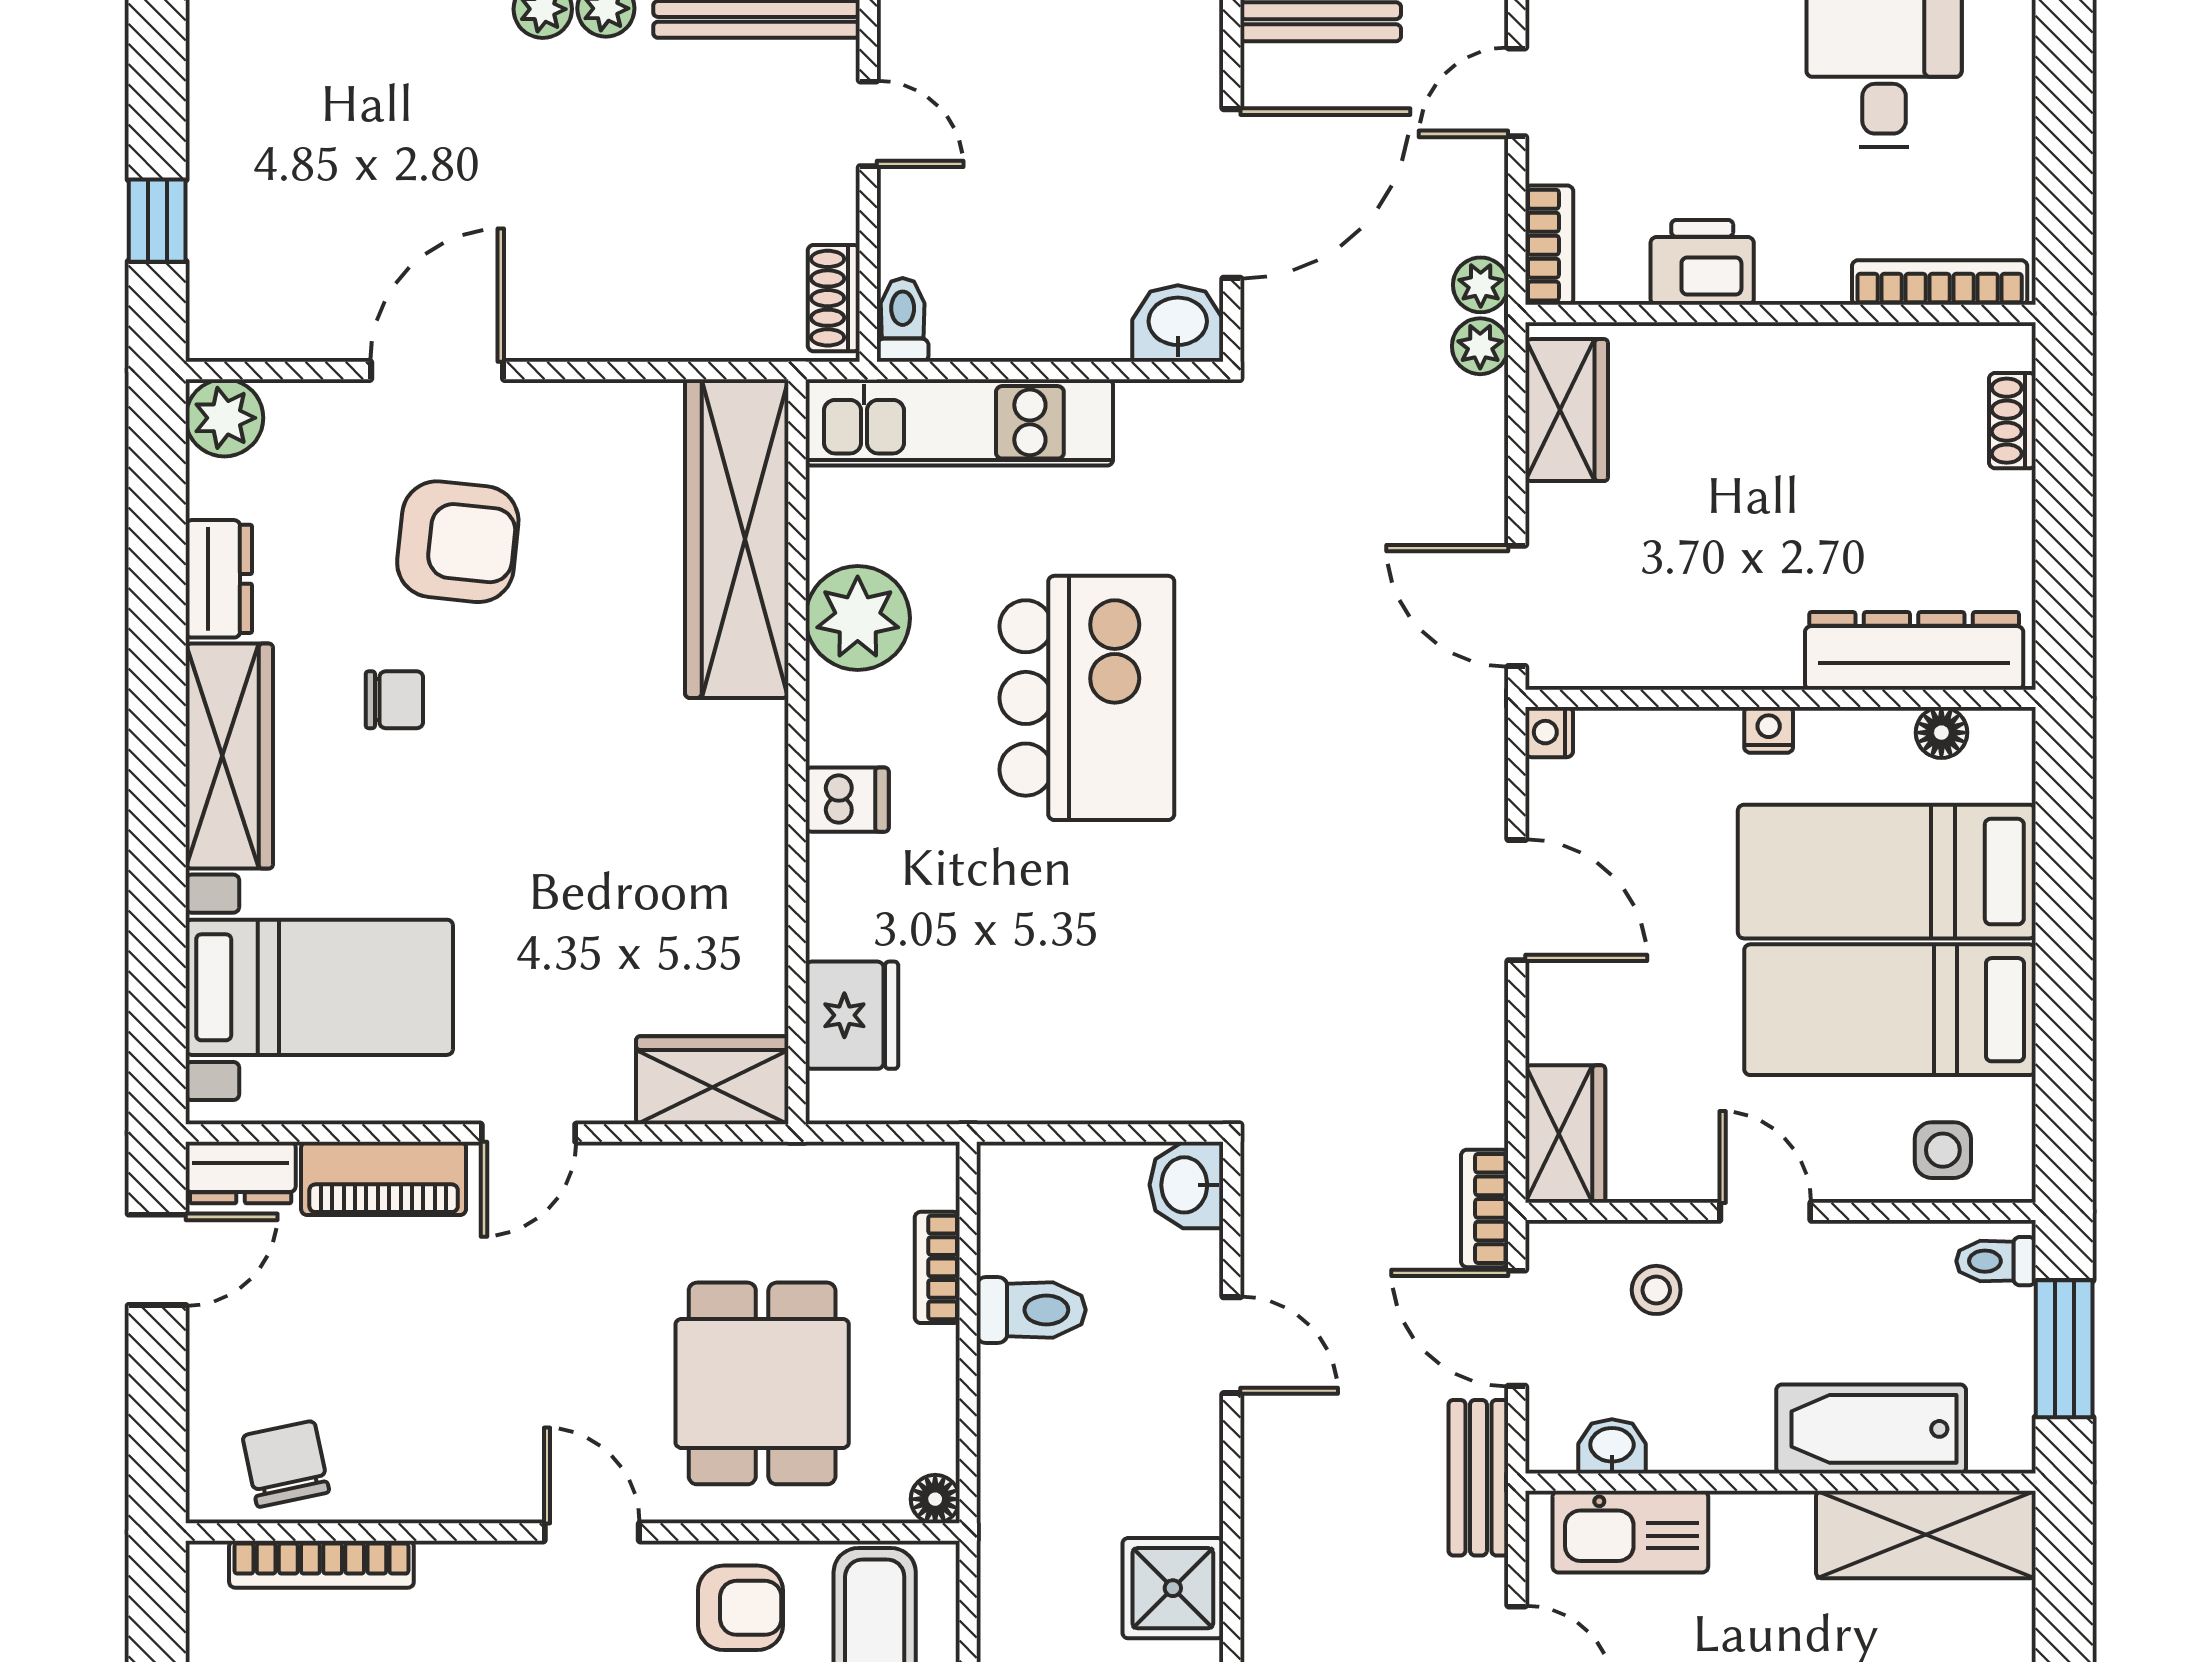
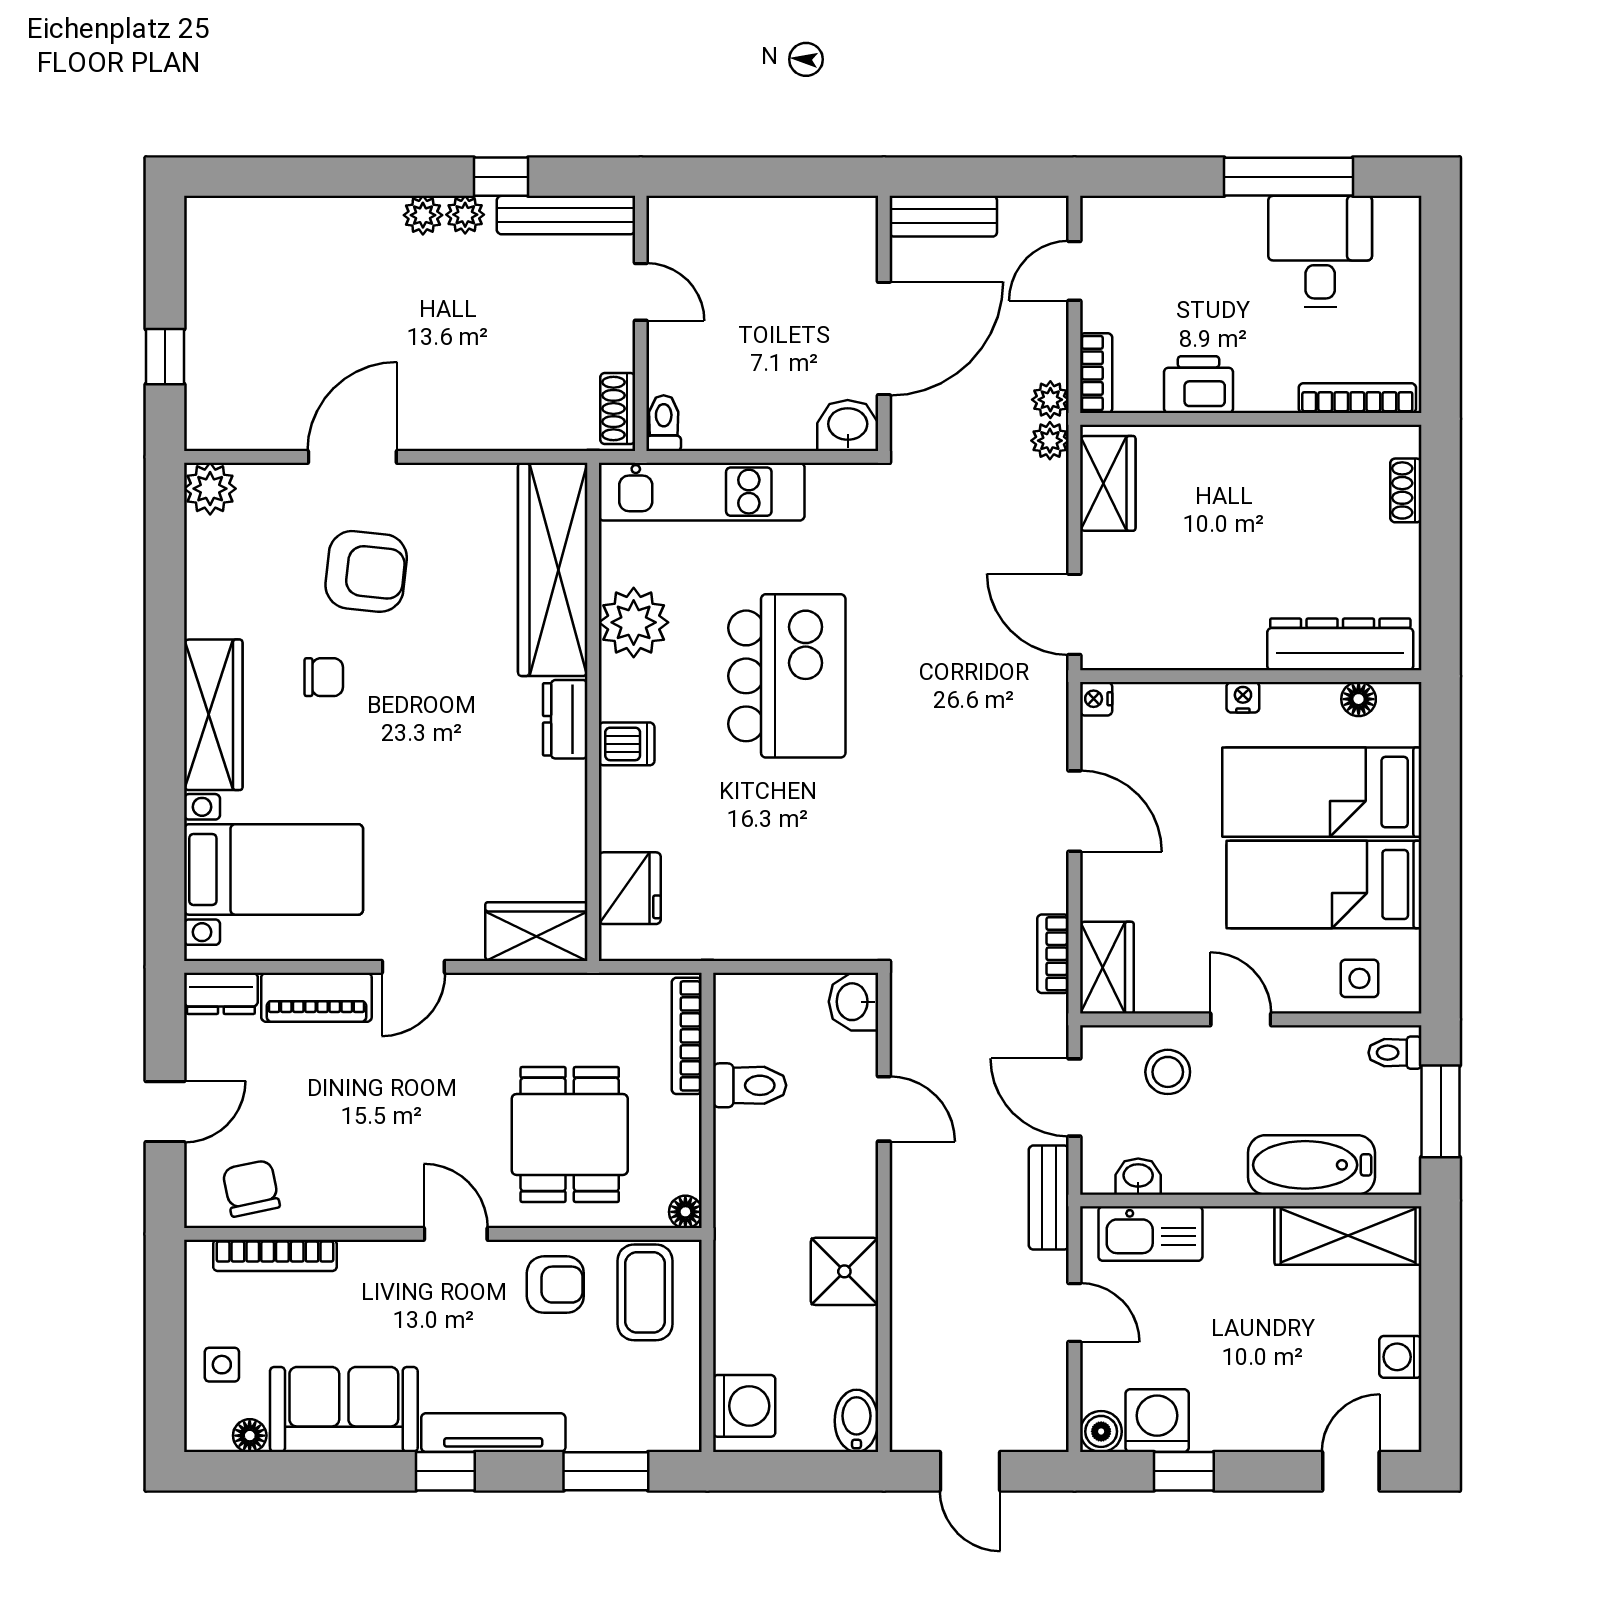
dresser: (219, 579) -> (565, 719), moved, turned 180
bookcase: (1485, 1208) -> (1053, 954), moved
door: (157, 1260) -> (165, 1112), moved
bookcase: (937, 1267) -> (687, 1036), width x1.56
stool: (1656, 1290) -> (1168, 1072), width x1.37, depth x1.37

